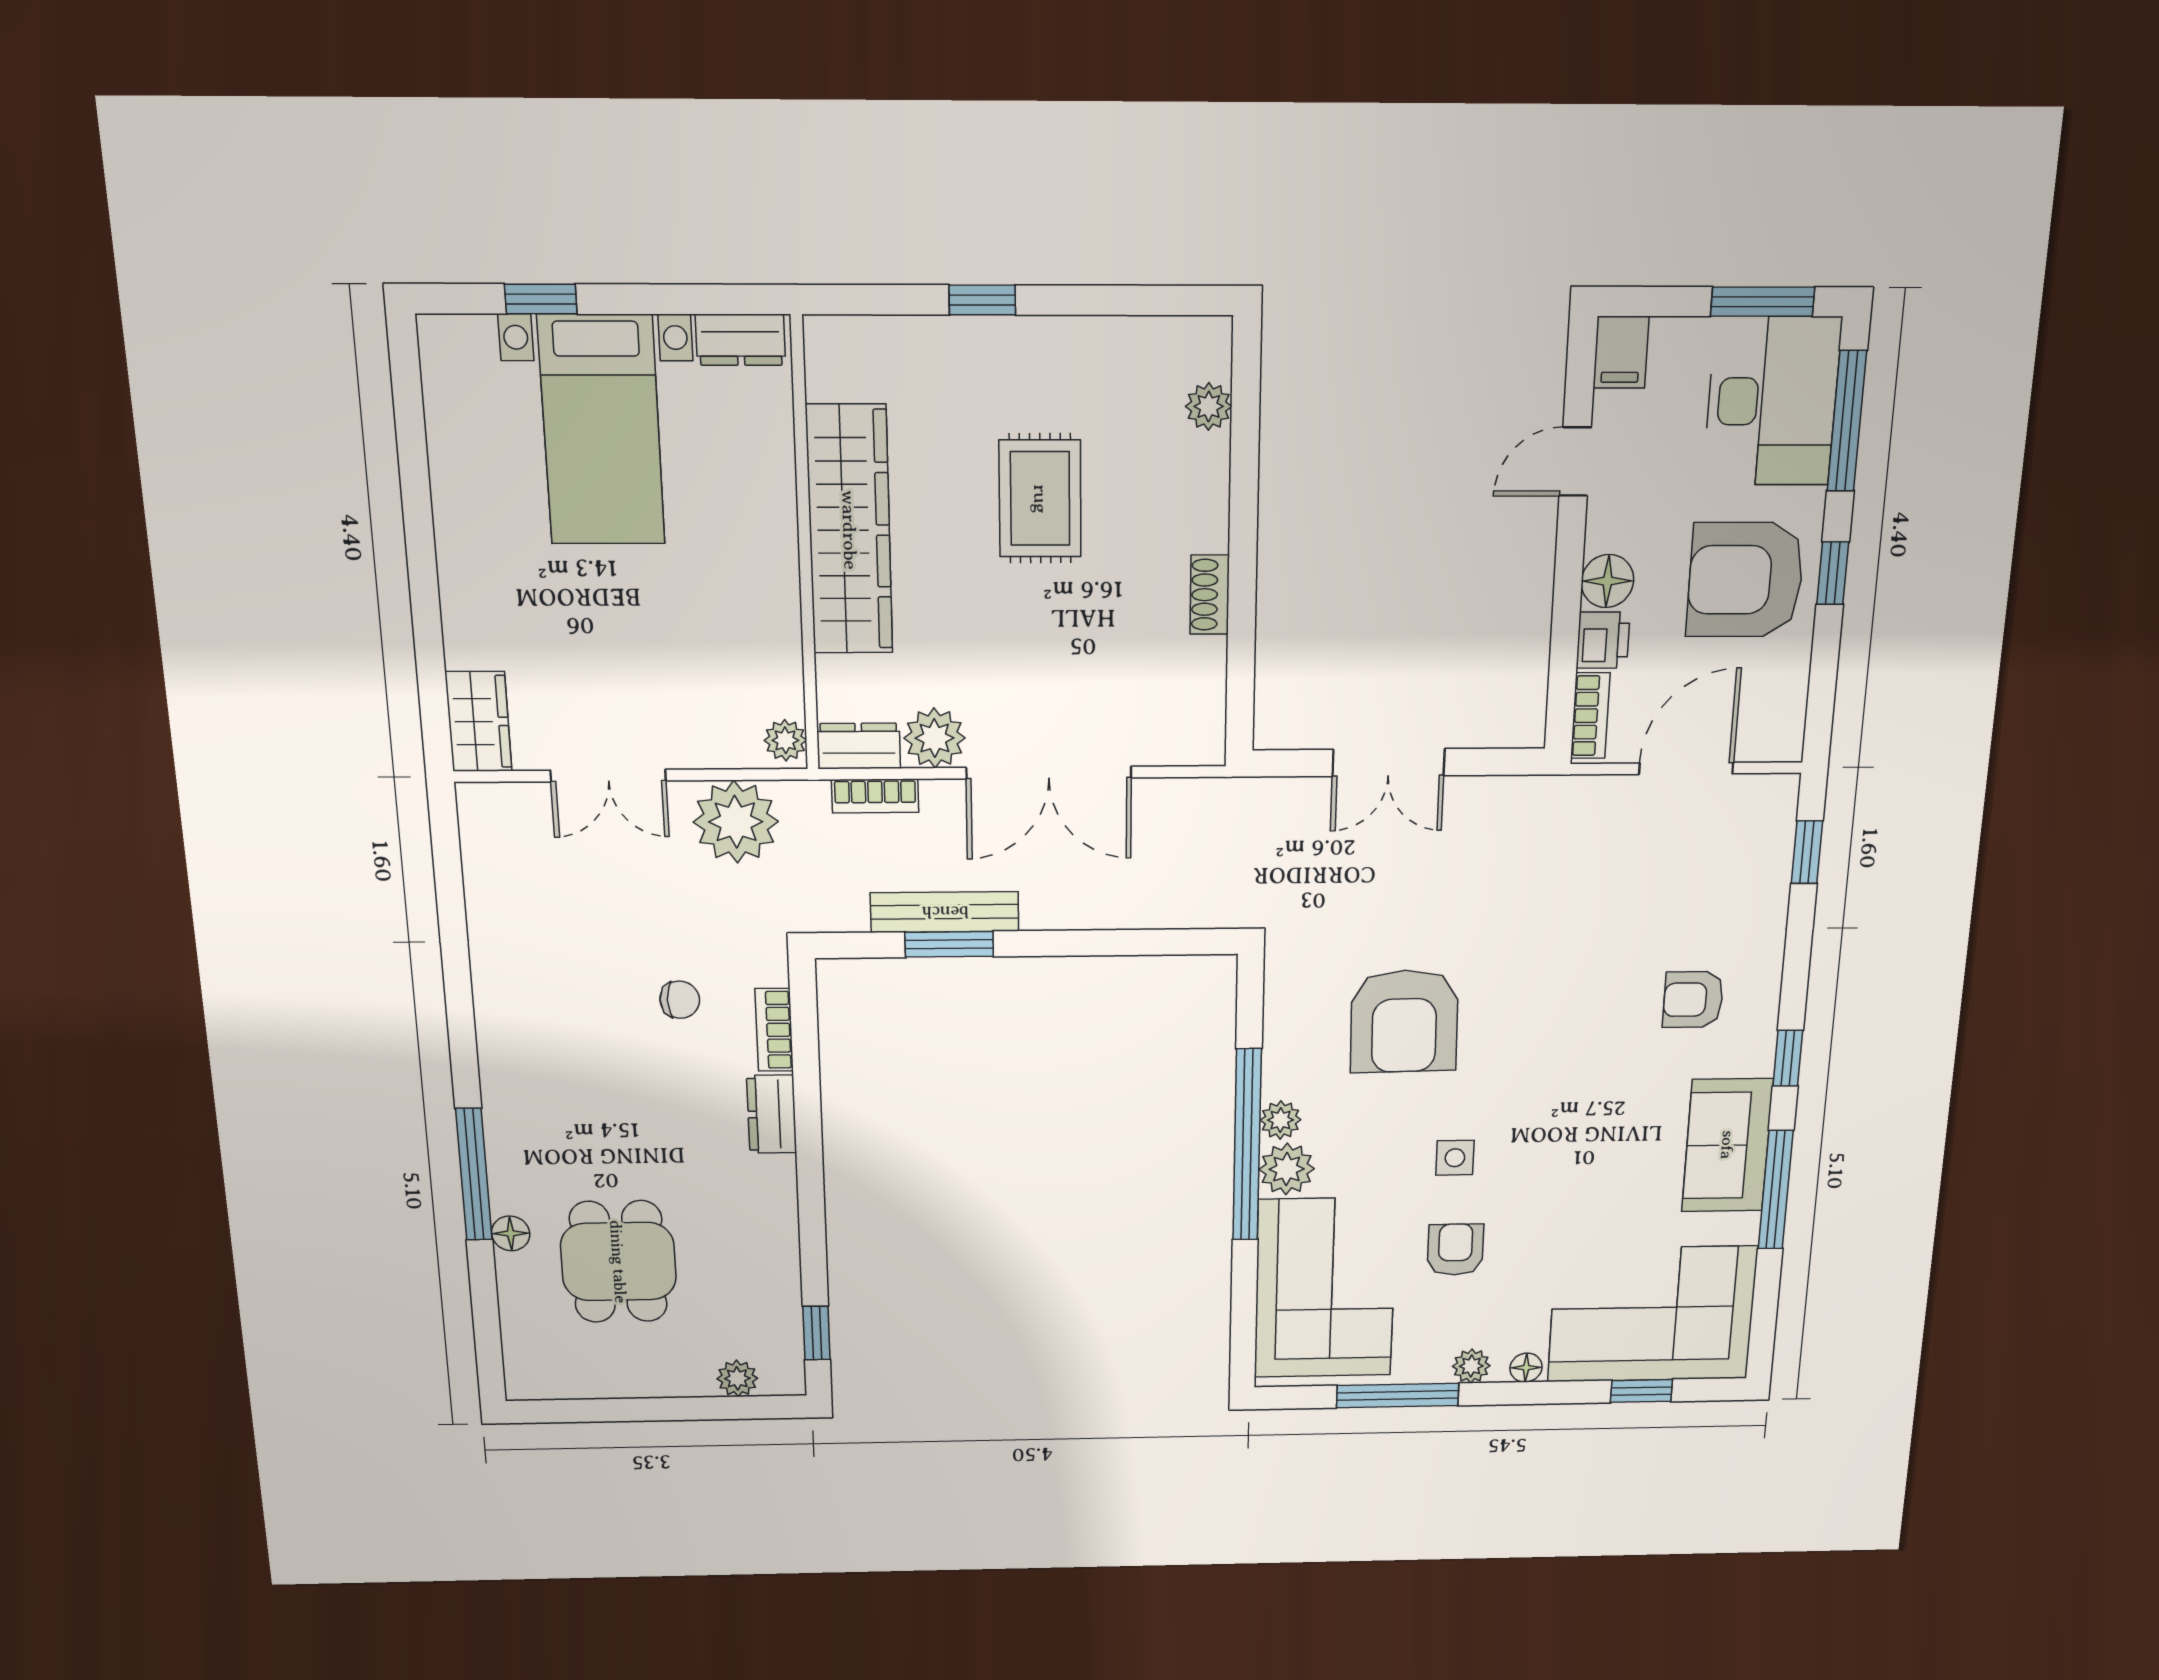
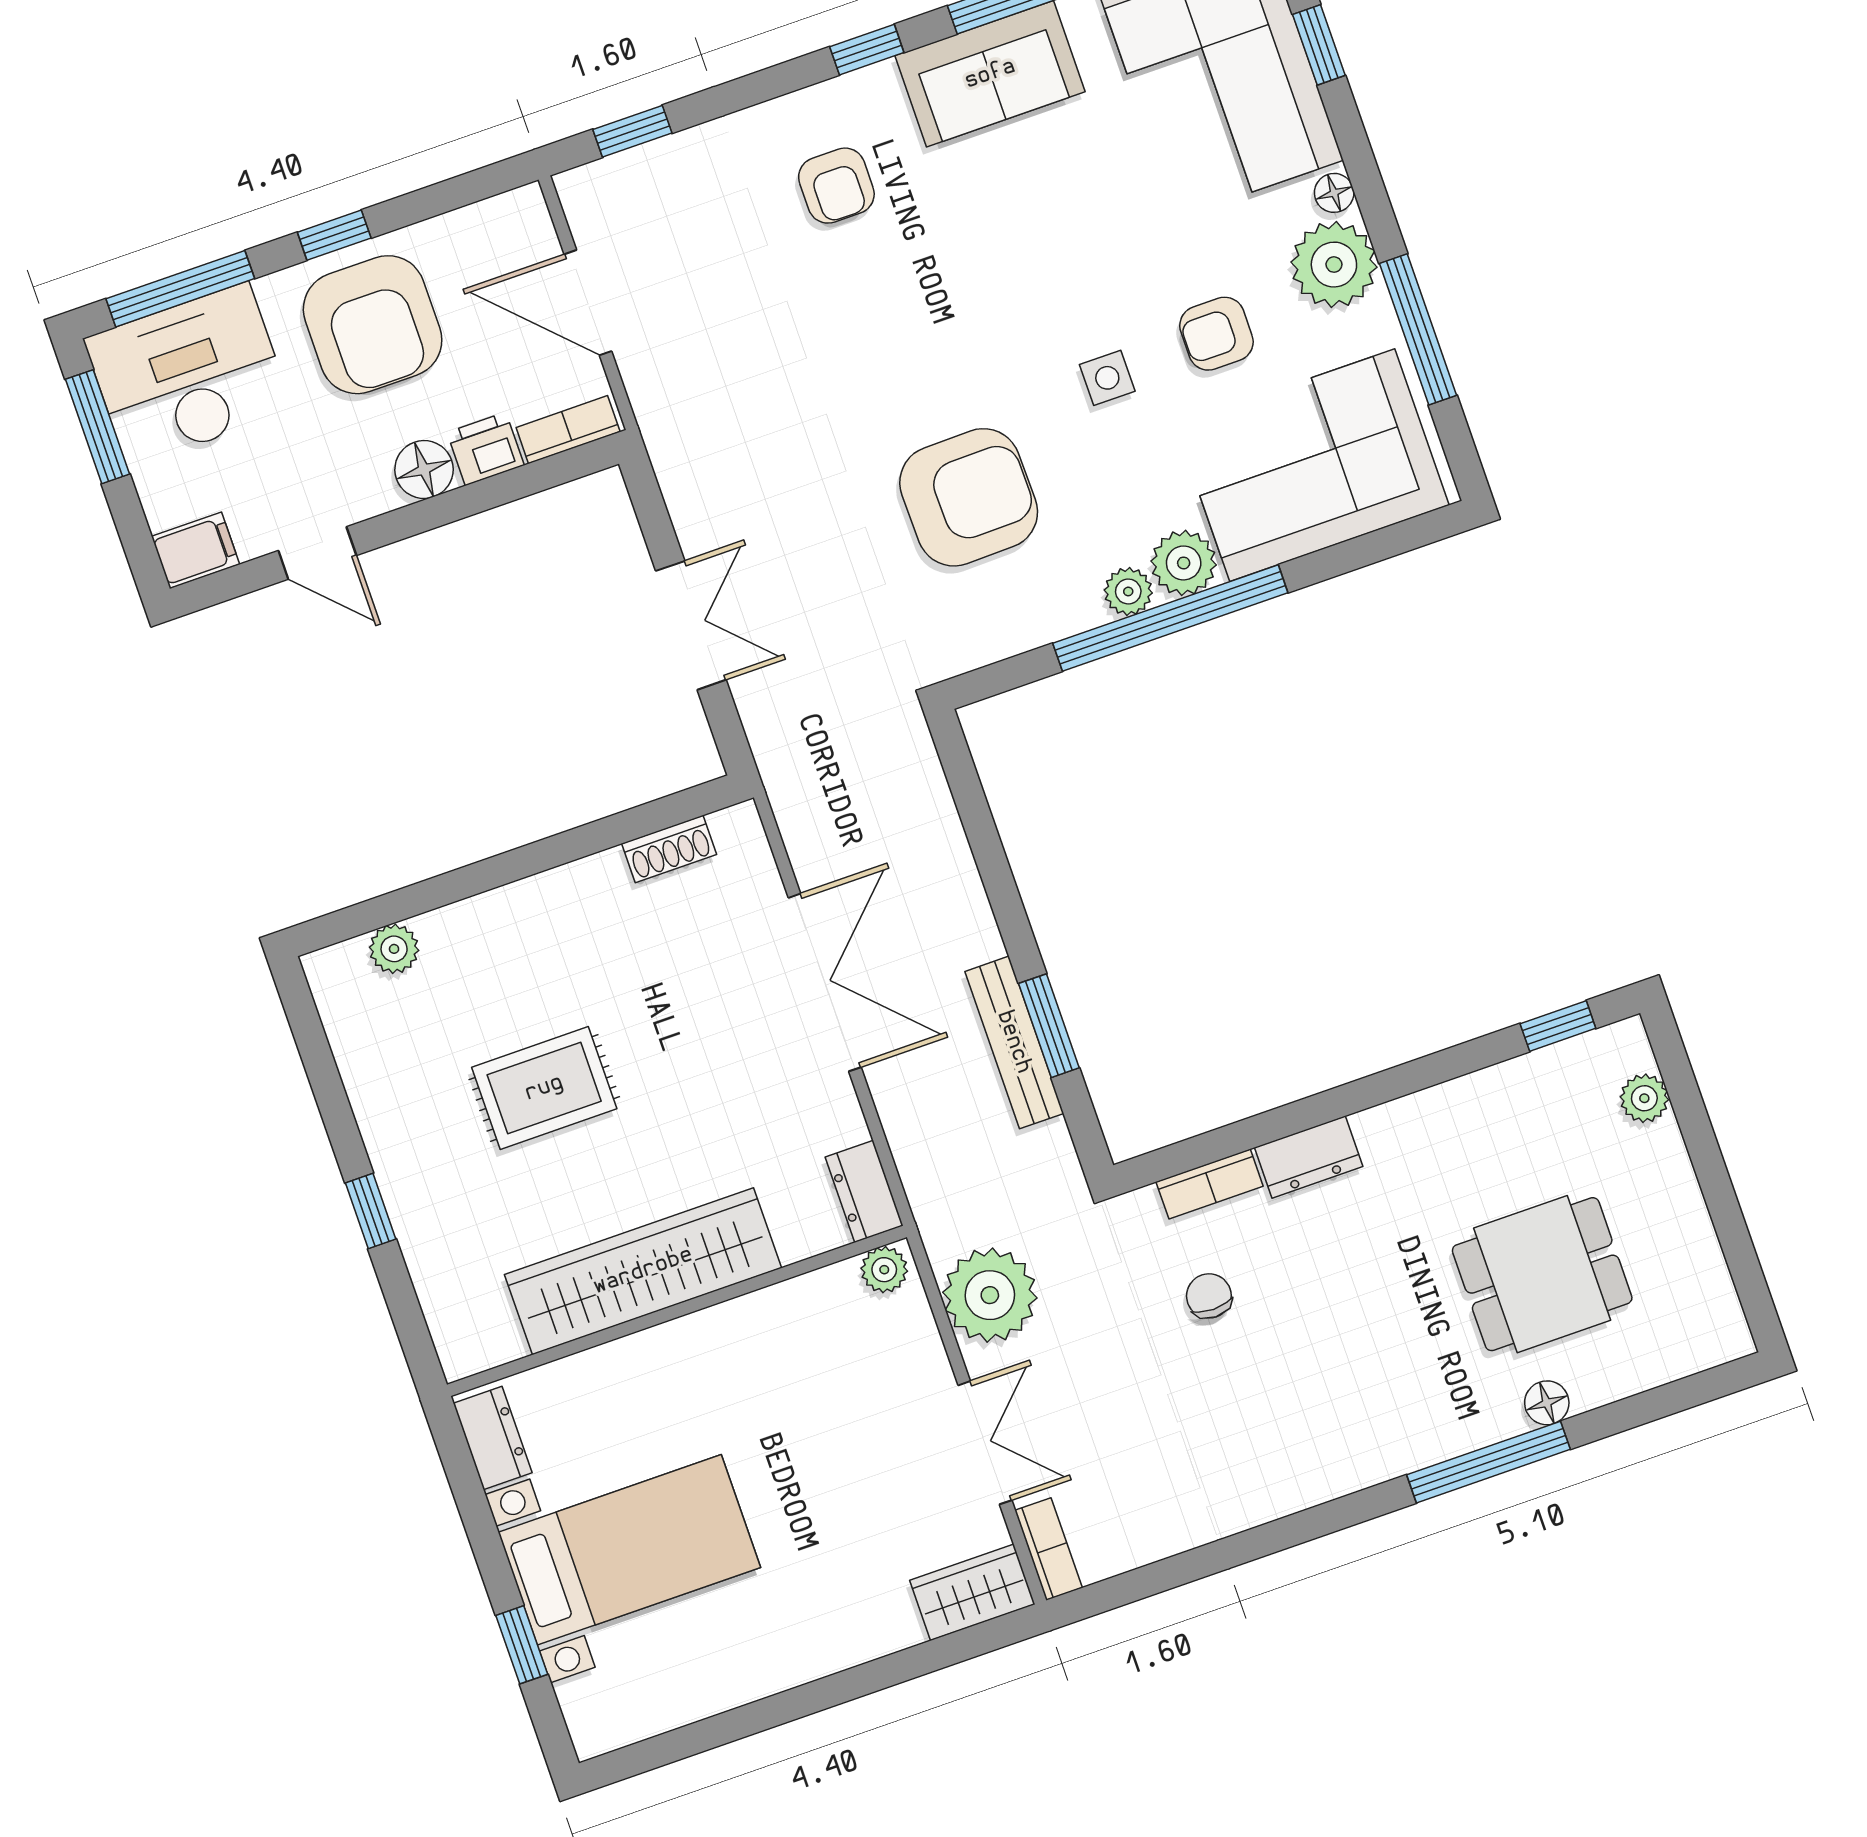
shoe rack: (1210, 595) -> (669, 849), moved
plant: (935, 738) -> (829, 1115), removed
bookcase: (875, 796) -> (1048, 1549), moved
plant: (1471, 1366) -> (1334, 265), width x1.88, depth x1.88

